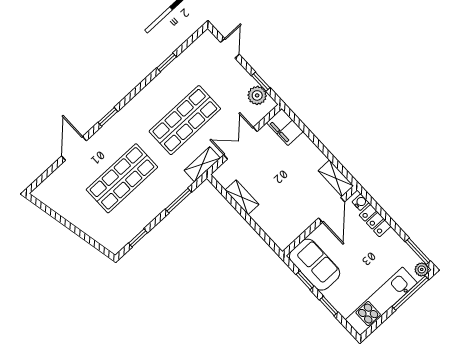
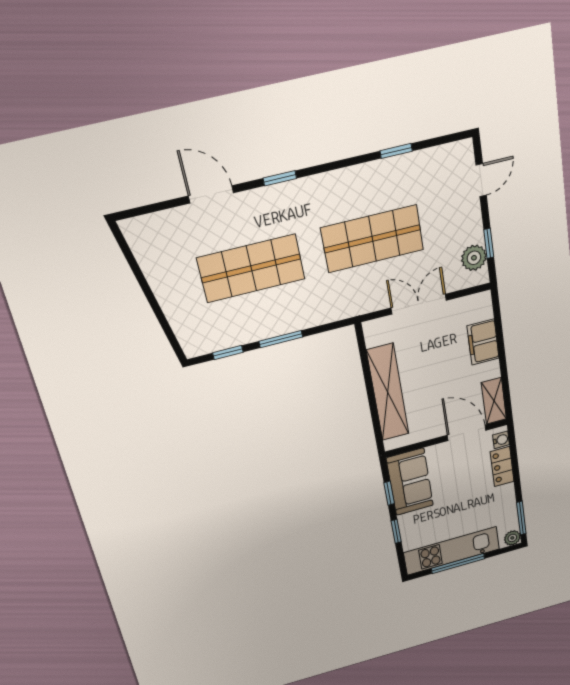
filing cabinet: (285, 127) -> (483, 342), moved
door: (74, 148) -> (211, 194), hinge flipped
shelving: (202, 164) -> (359, 305), removed
shelving: (242, 197) -> (388, 392), width x2.20, depth x1.33
window: (178, 201) -> (281, 339), moved
door: (332, 210) -> (467, 433), swing flipped
window: (410, 293) -> (458, 564), moved

